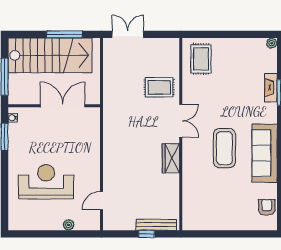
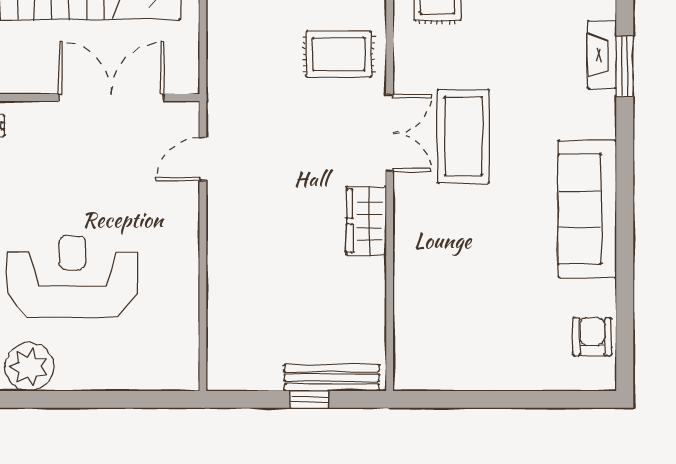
coffee table: (224, 148) -> (463, 136), moved
door: (102, 201) -> (203, 159), moved
plant: (69, 225) -> (29, 367), moved, width x1.88, depth x1.88

